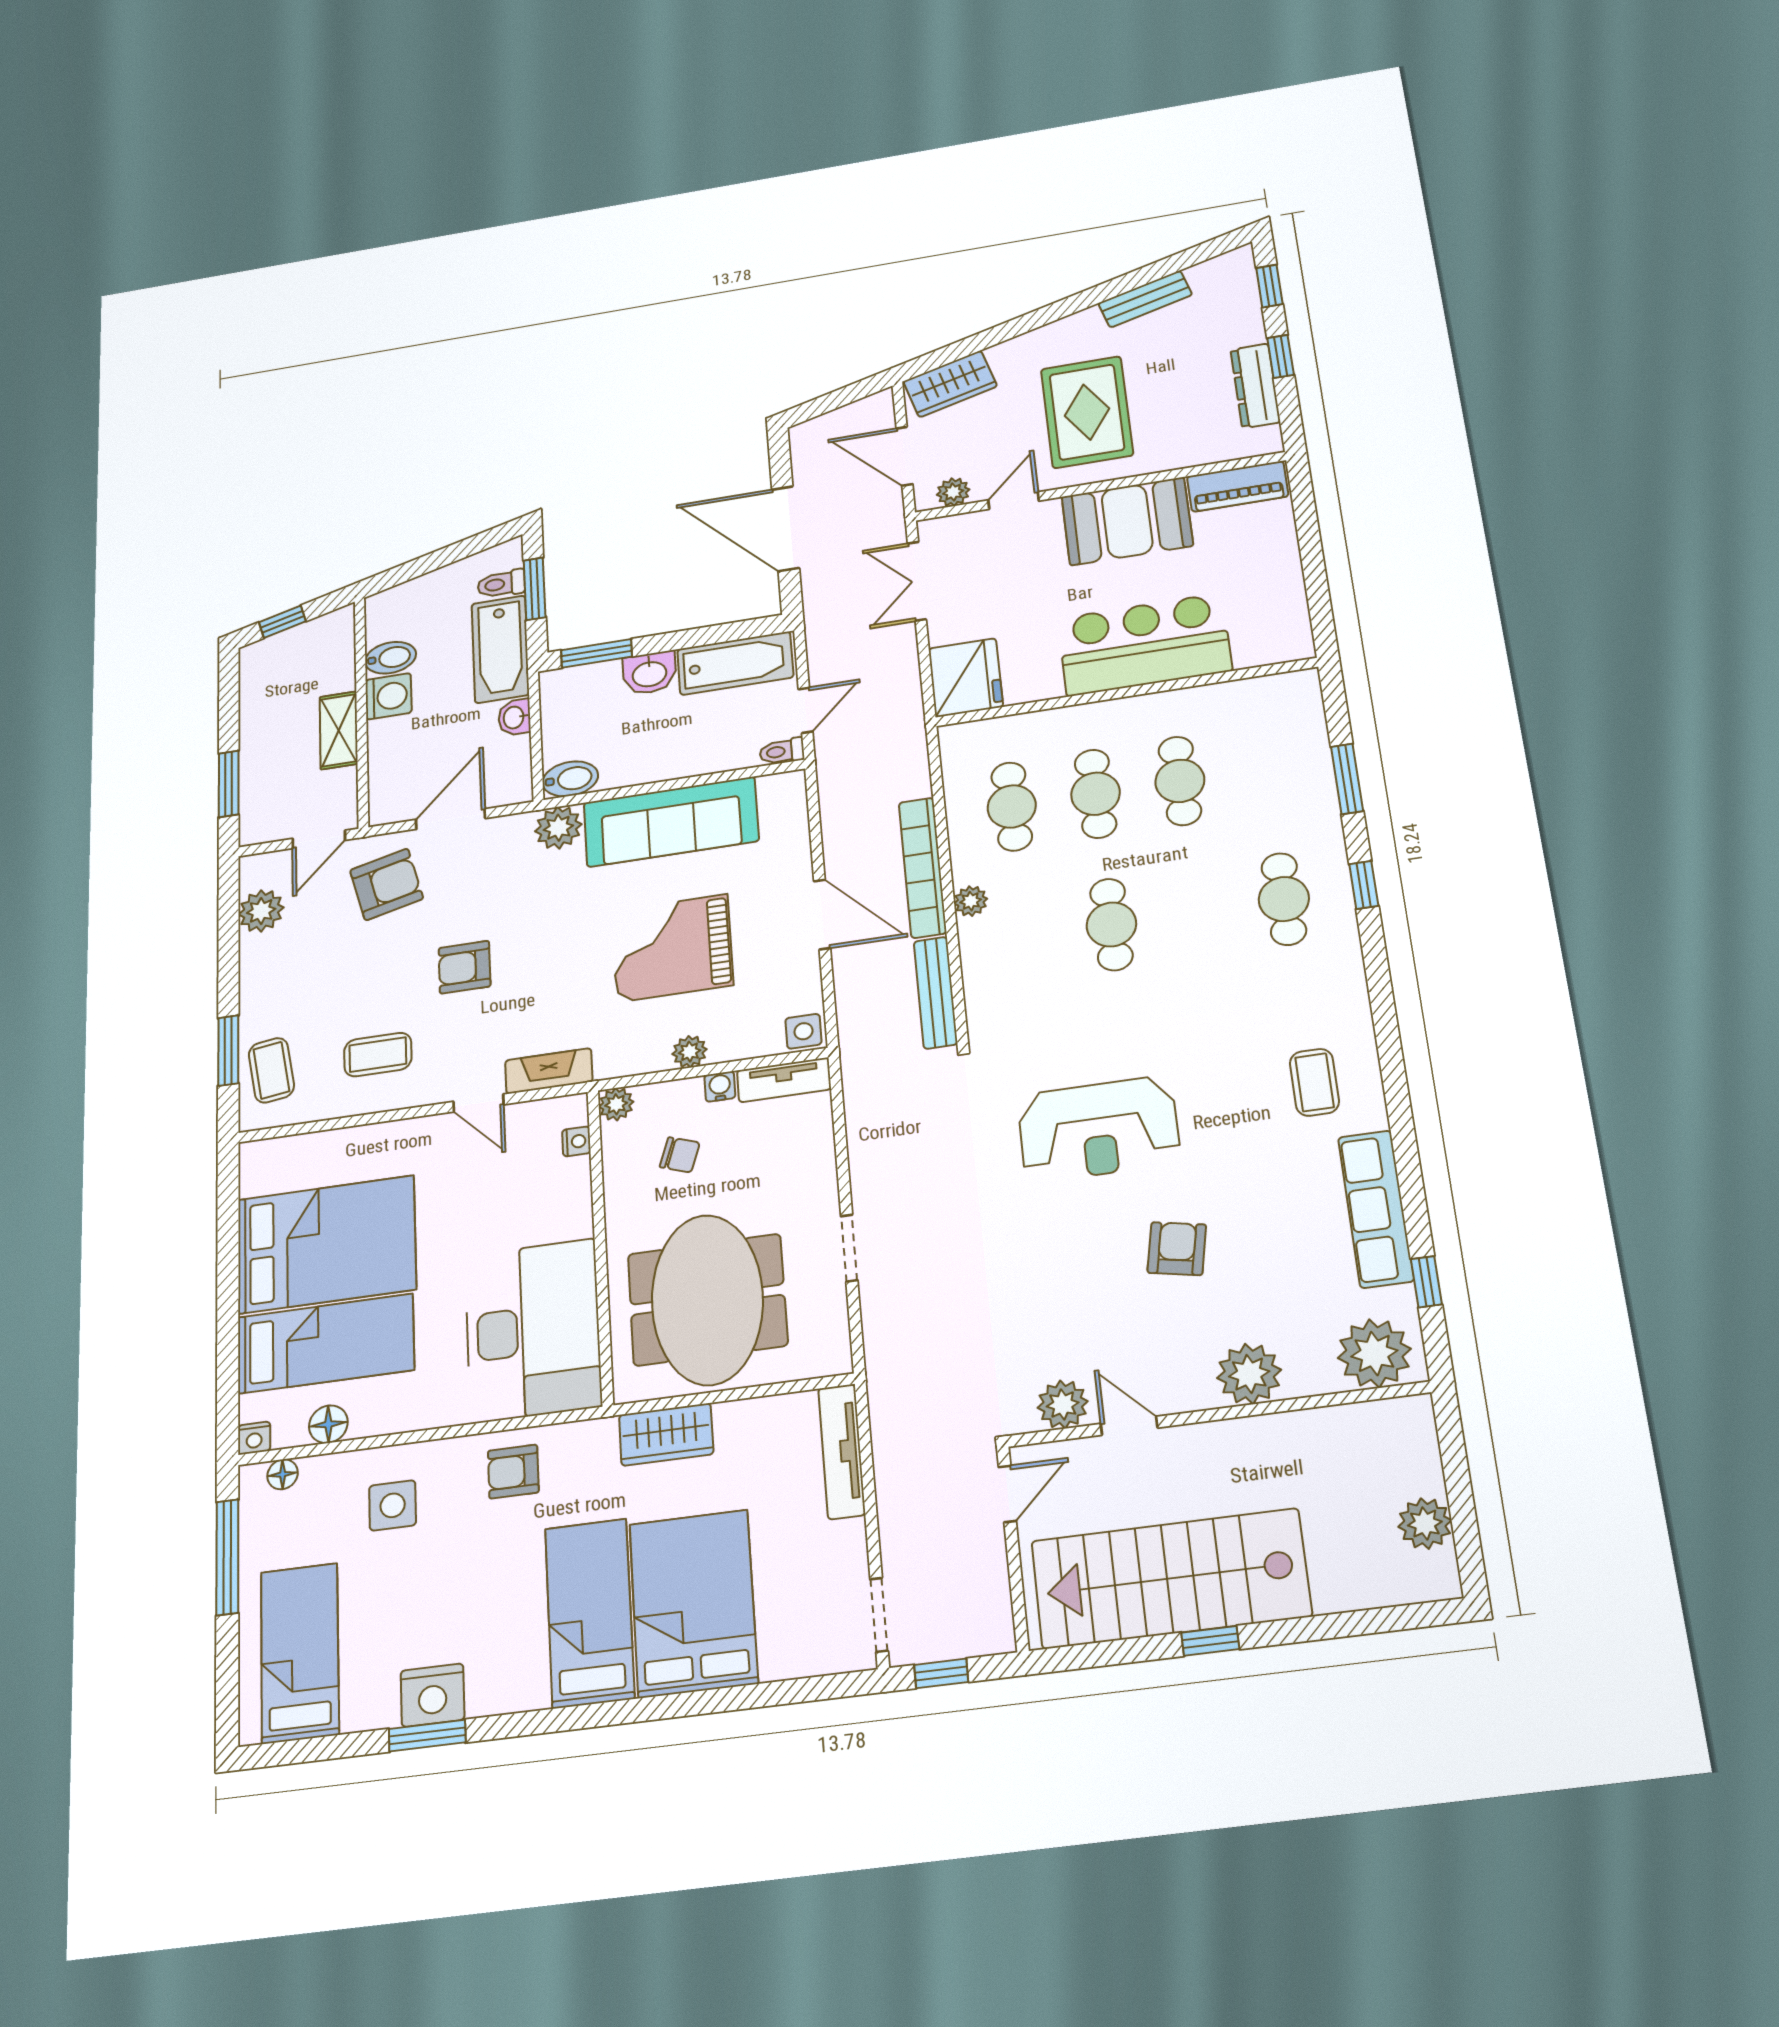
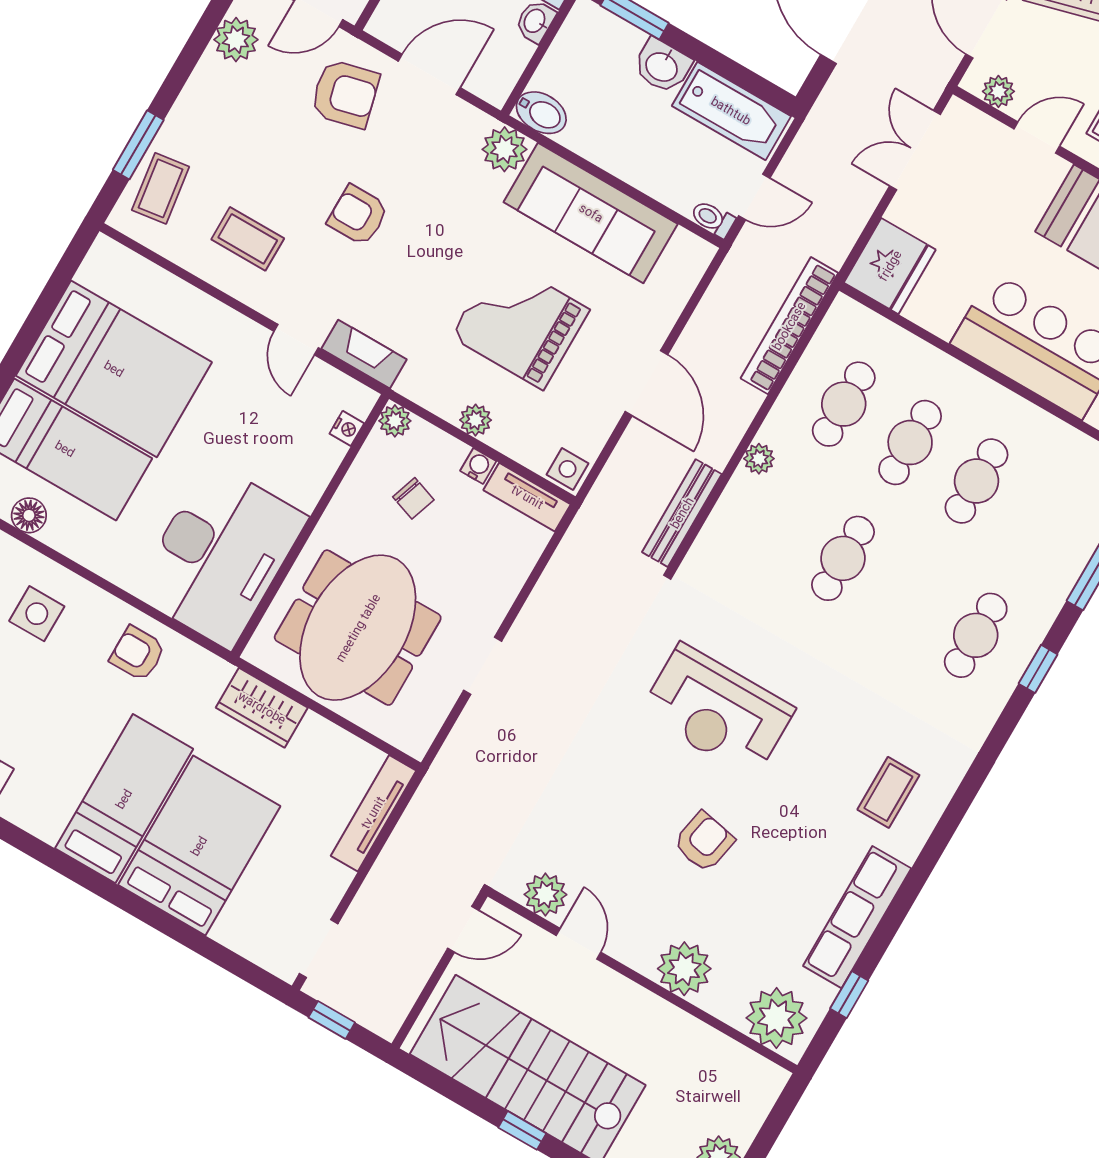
bookcase: (923, 867) -> (789, 326), moved

